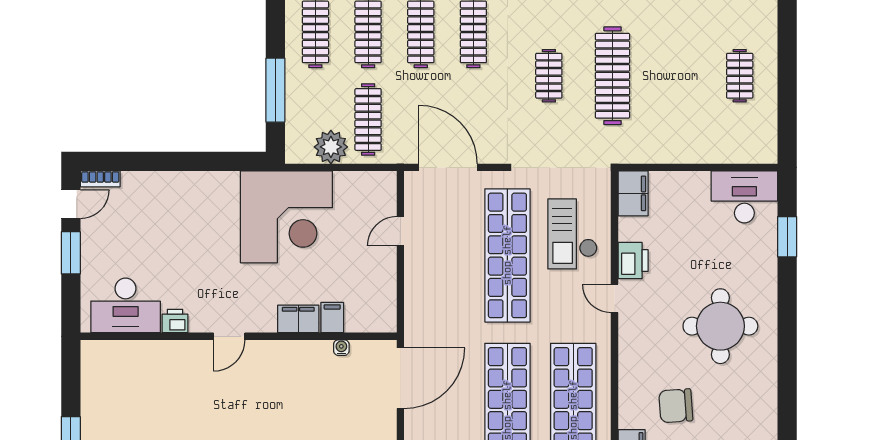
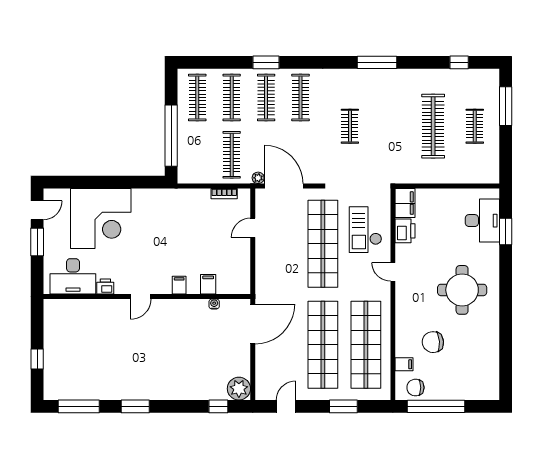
window: (787, 45) -> (506, 106), added
clothes rail: (612, 76) -> (433, 126), moved
window: (275, 90) -> (171, 136), width x1.46
plant: (331, 147) -> (258, 178), moved, width x0.53, depth x0.53
bookcase: (100, 179) -> (224, 194), moved
desk: (744, 197) -> (482, 221), moved, turned 90
corner desk: (286, 217) -> (101, 218), moved
printer: (633, 260) -> (405, 231), moved
filing cabinet: (298, 319) -> (179, 285), width x0.50

